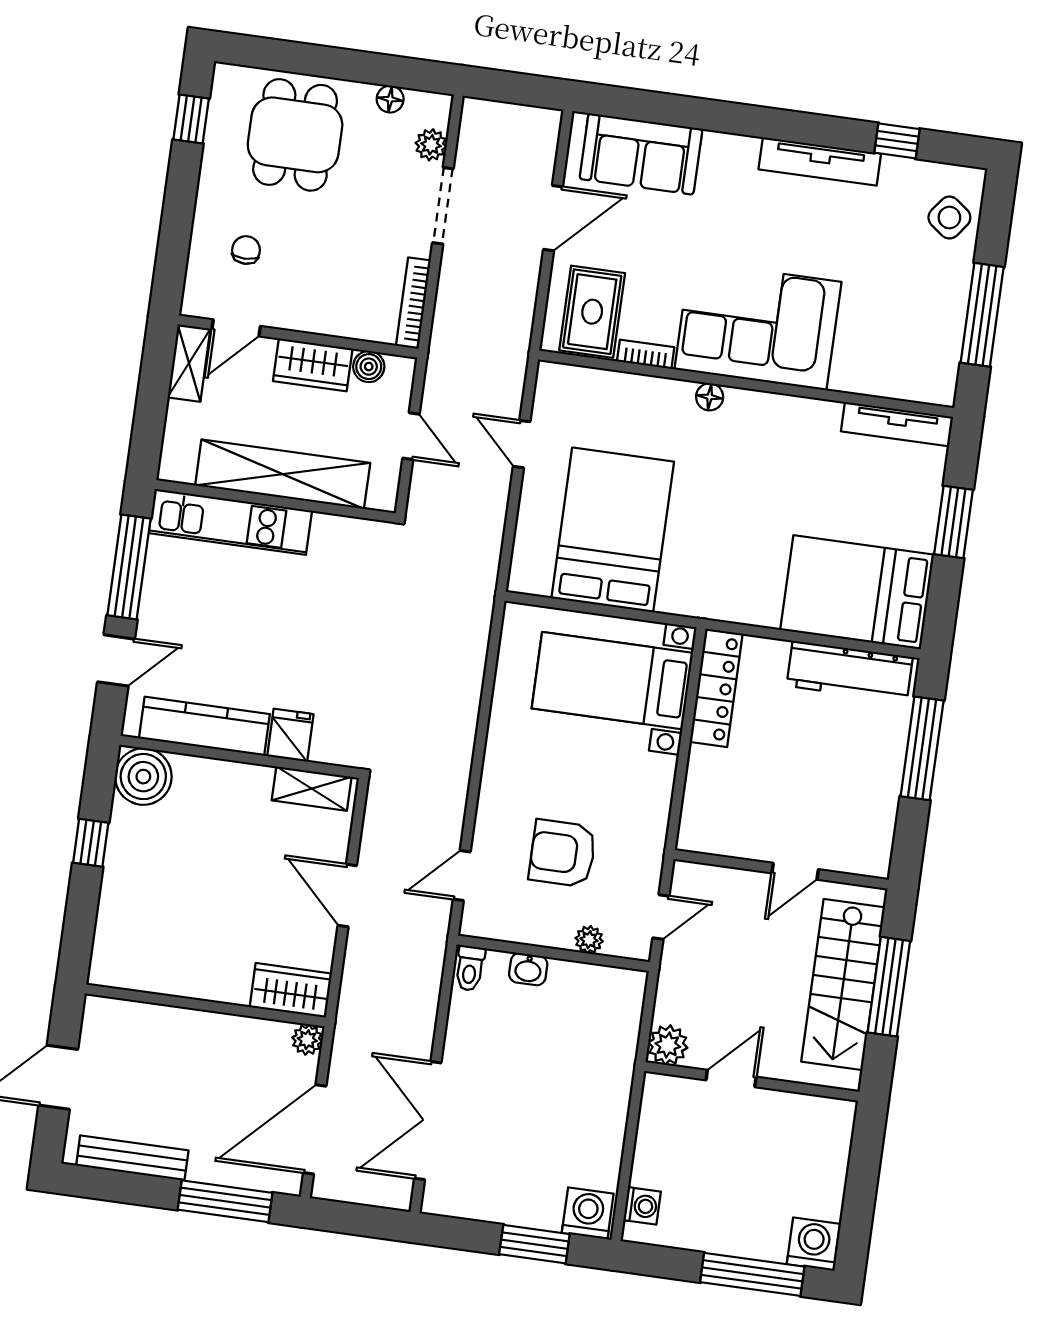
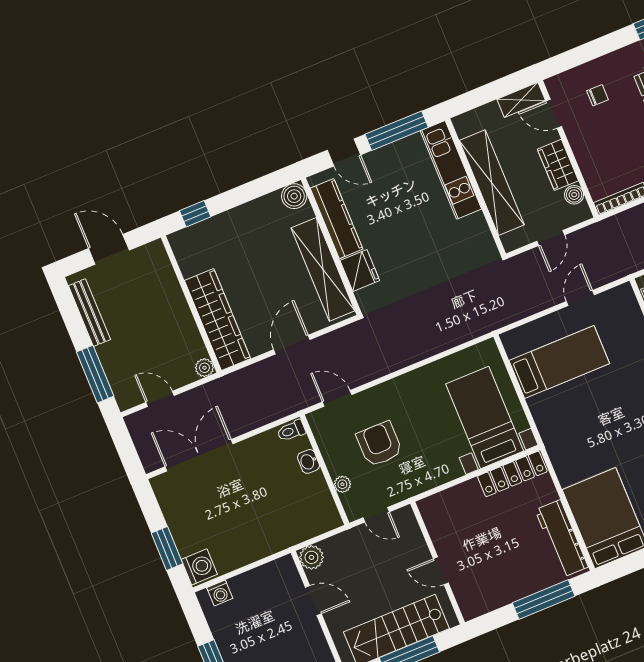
bed: (613, 530) -> (559, 362), width x0.67
fridge: (290, 735) -> (360, 270), width x1.38
boiler: (143, 777) -> (294, 196), width x0.73, depth x0.73
shelving: (312, 789) -> (323, 269), width x2.20, depth x1.33
window: (91, 843) -> (195, 214), moved
wardrobe: (291, 990) -> (217, 320), width x2.10, depth x1.17
door: (315, 1129) -> (160, 399), width x0.53

